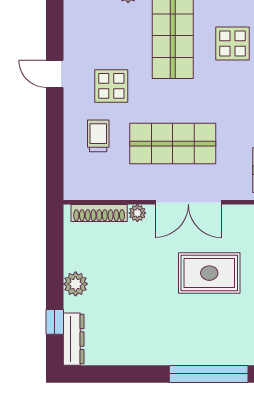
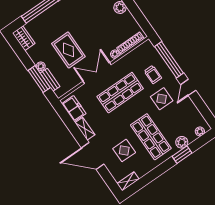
door: (55, 74) -> (188, 87), swing flipped
window: (55, 142) -> (169, 60), added
rug: (209, 273) -> (68, 50), turned 90

